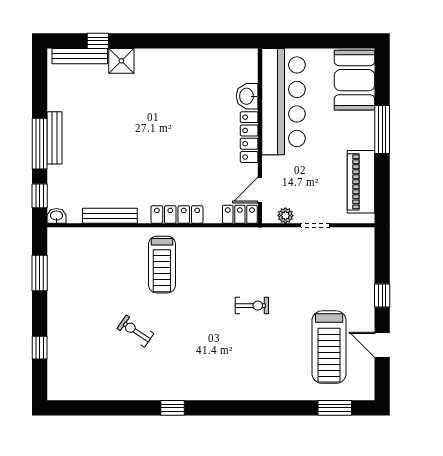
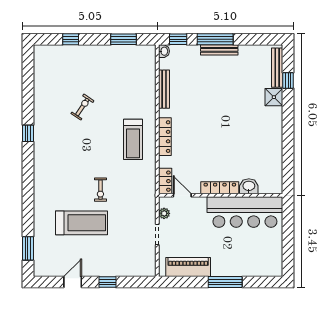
booth: (355, 80) -> (260, 262), removed
treadmill: (162, 265) -> (133, 139), moved, turned -90
treadmill: (329, 347) -> (82, 223), moved, turned 180

